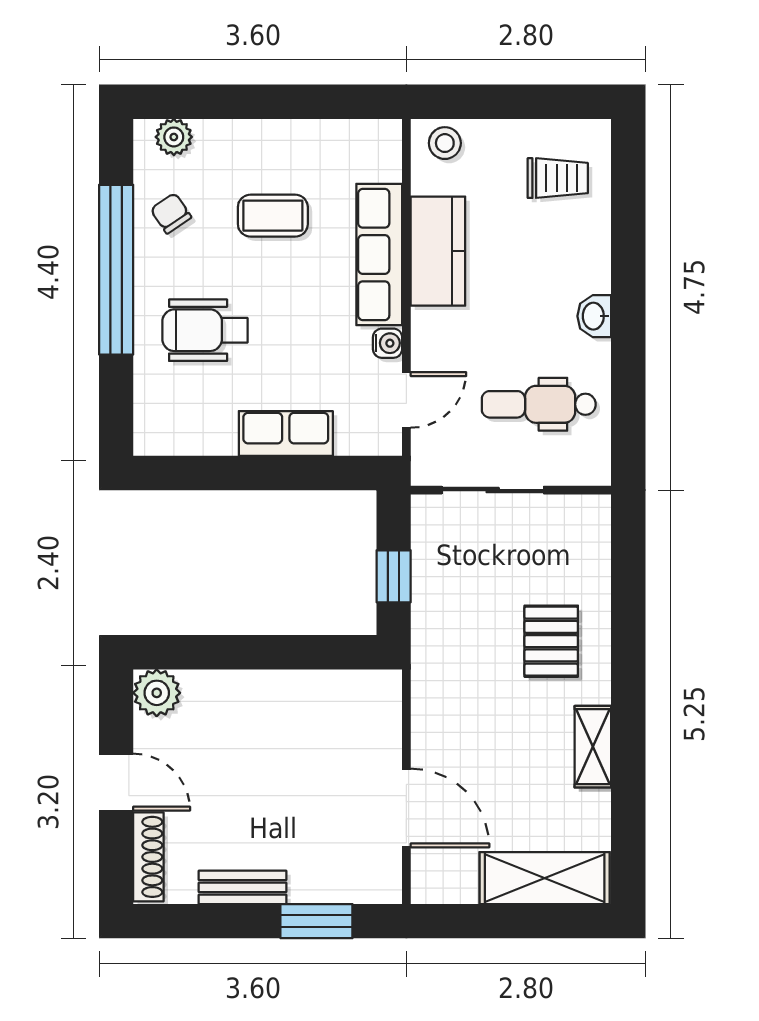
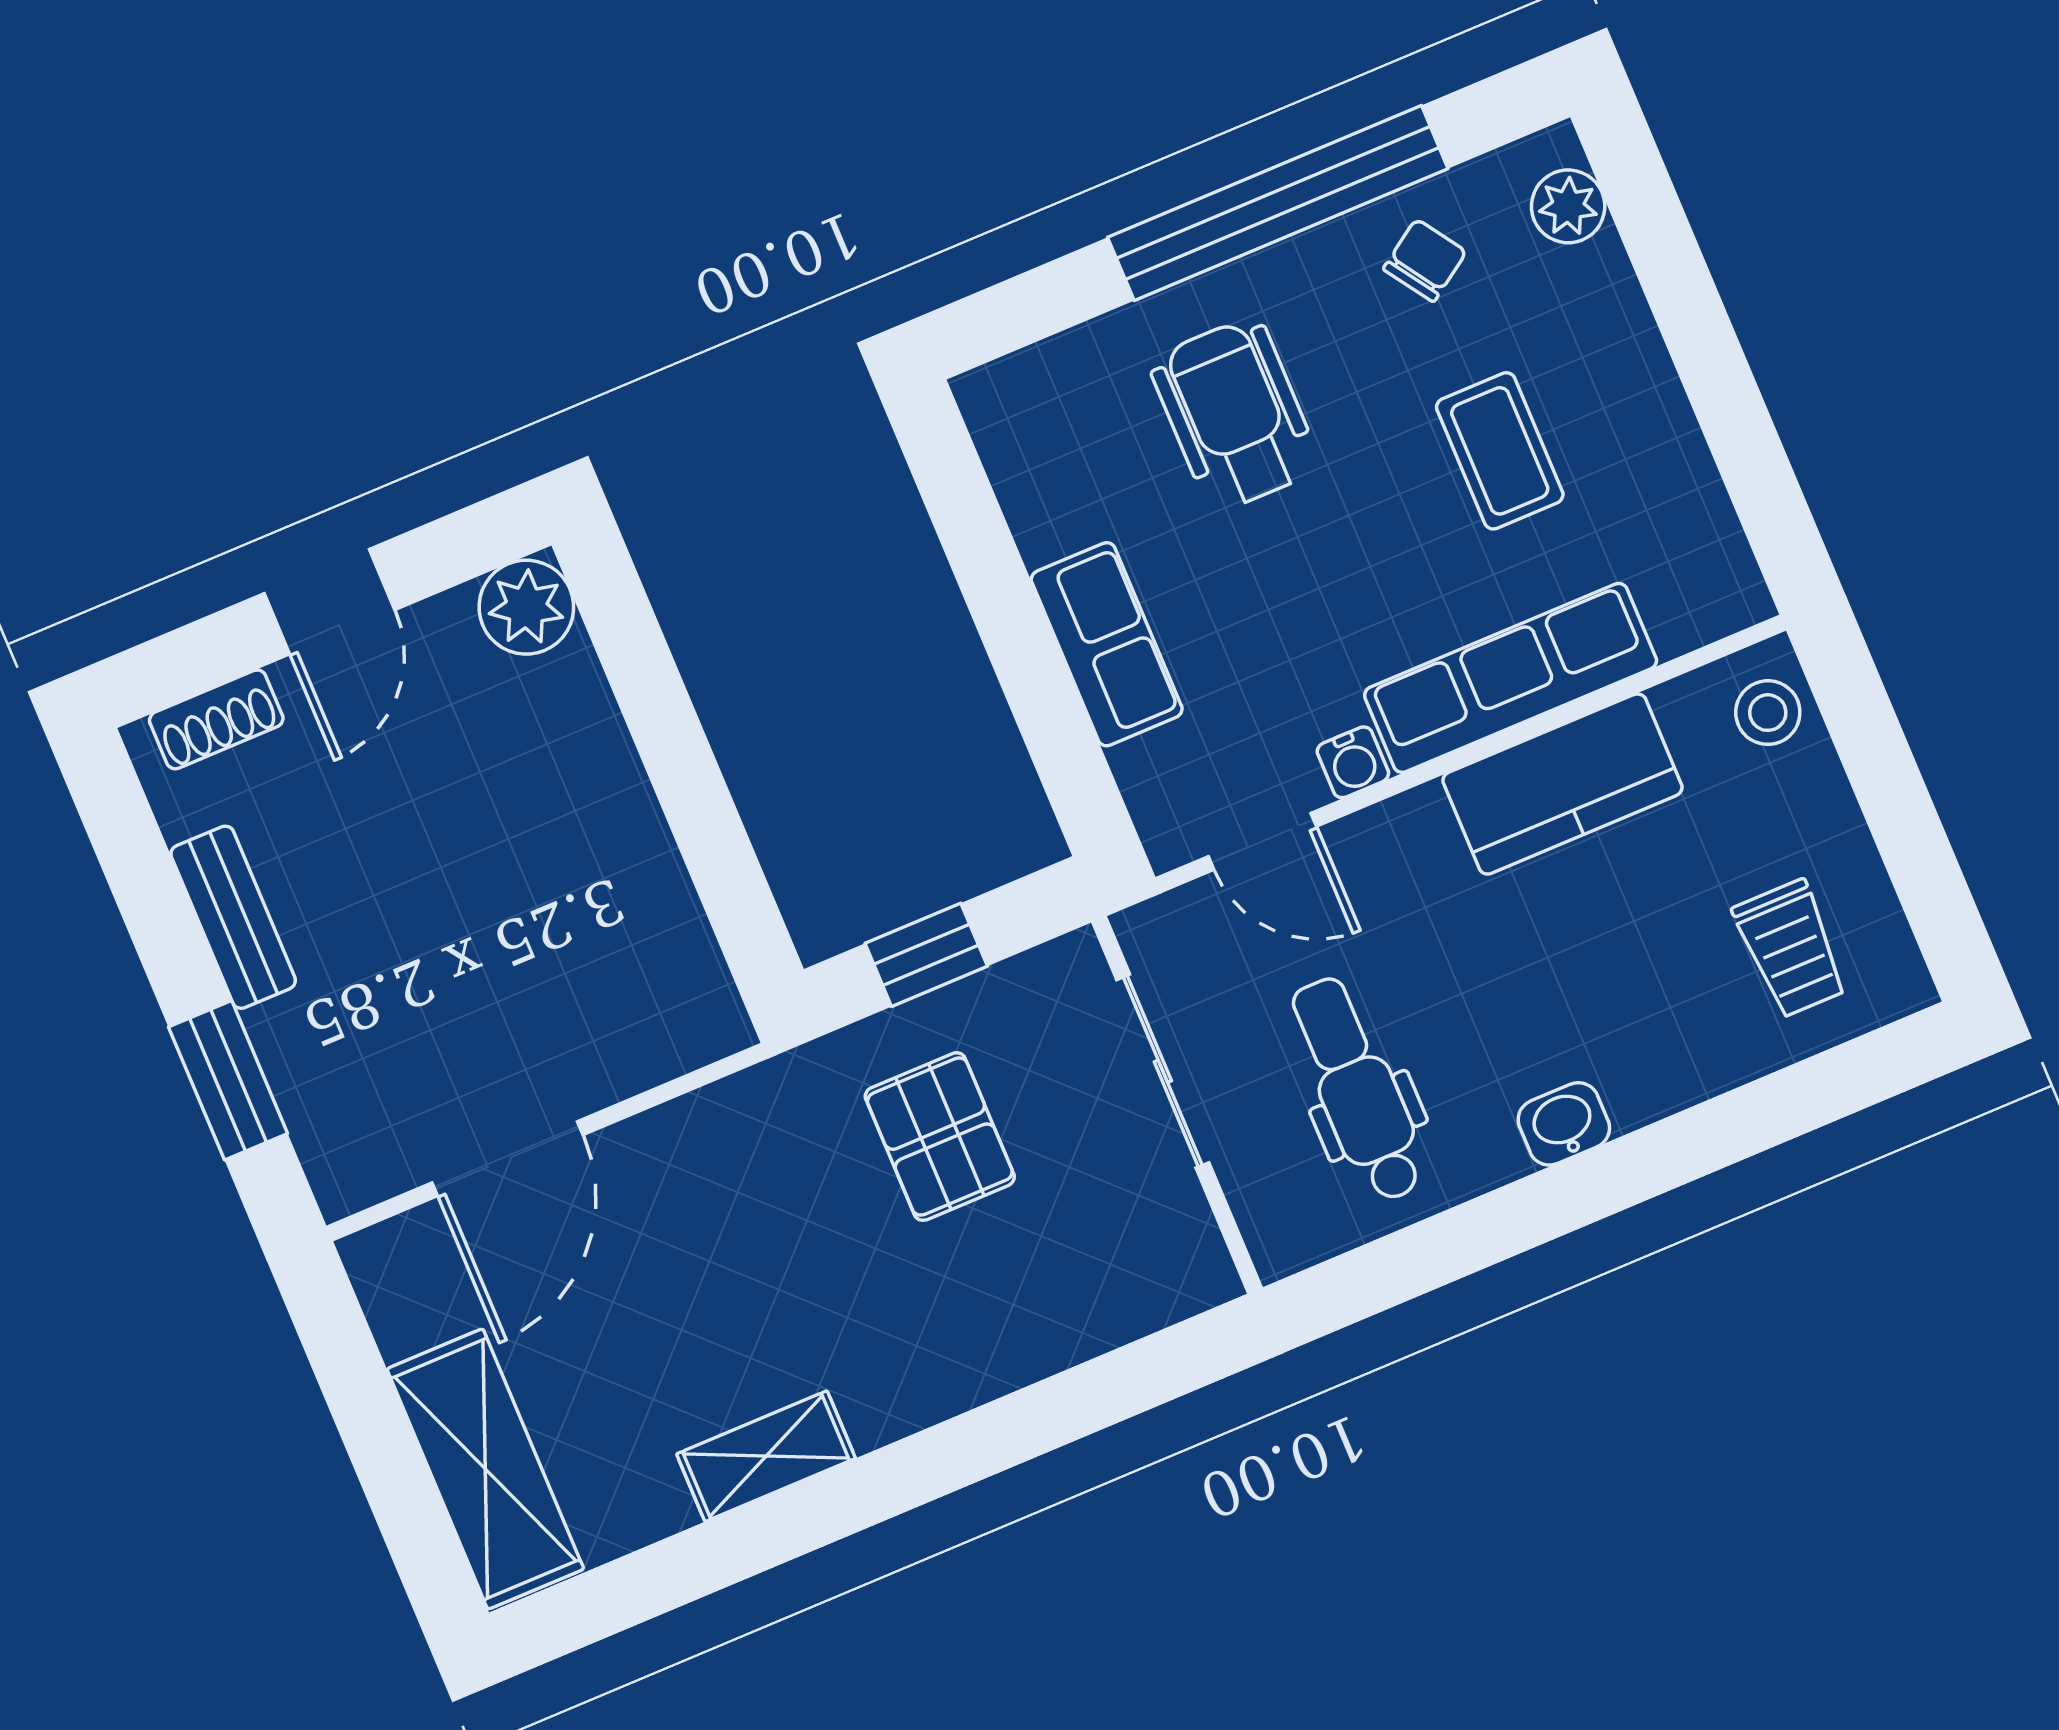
pallet: (551, 641) -> (940, 1137), moved, turned 90
shoe rack: (148, 857) -> (216, 719), width x0.70

